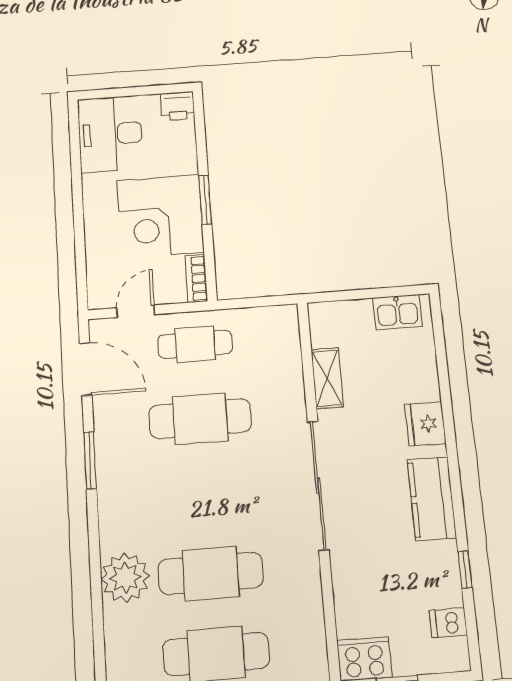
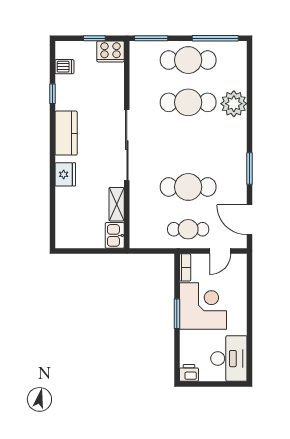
kitchen sink: (397, 312) -> (115, 235), moved, turned -90

